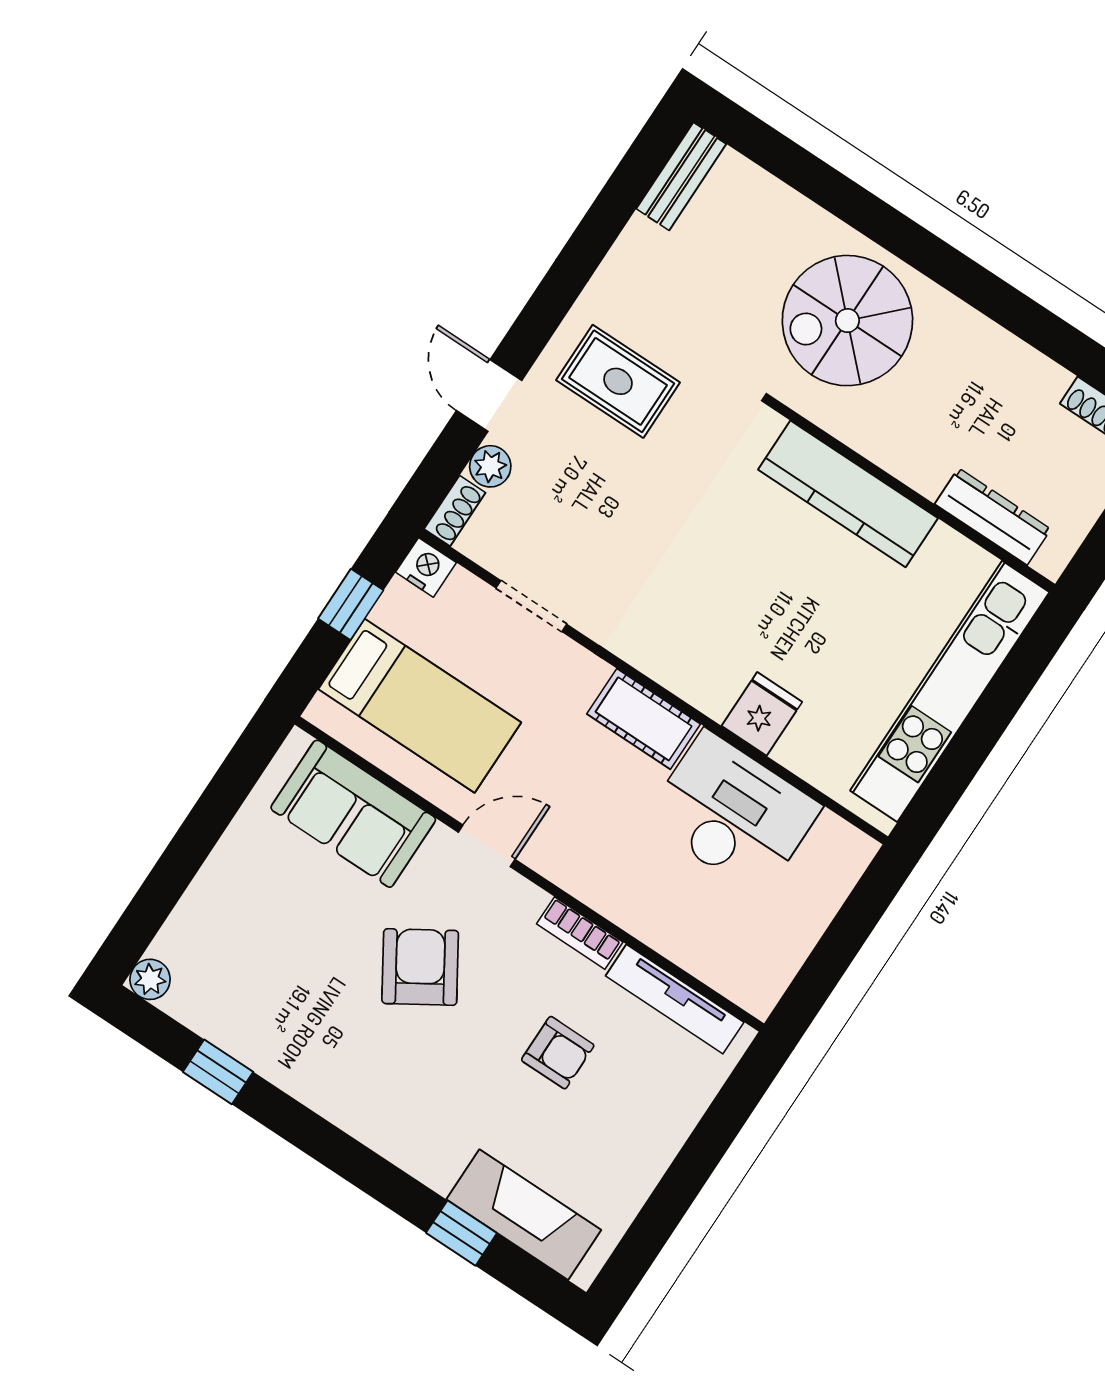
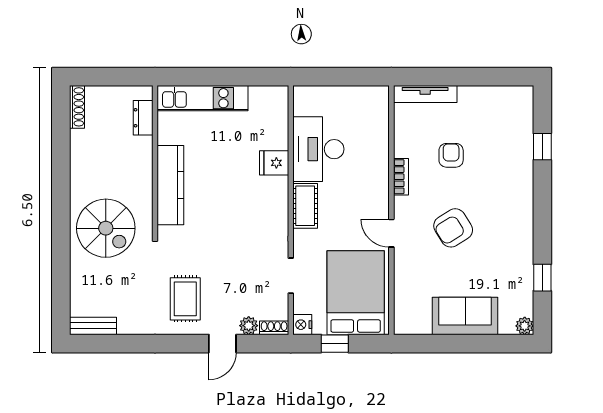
dresser: (993, 517) -> (143, 118), width x0.70
kitchen unit: (950, 691) -> (203, 98), width x0.73
bed: (420, 706) -> (356, 293), width x1.50
sofa: (353, 814) -> (465, 316), moved, turned -90
tv unit: (675, 999) -> (425, 94), moved, turned 90
fireplace: (524, 1215) -> (520, 128), removed

